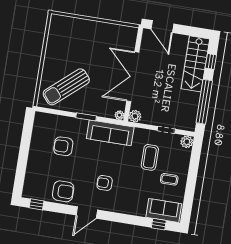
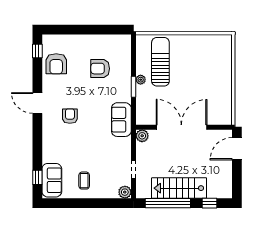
stairs: (195, 64) -> (179, 188), moved
sun lounger: (66, 87) -> (160, 62), turned 41
plant: (119, 115) -> (141, 80), moved
sofa: (110, 133) -> (121, 120), width x0.73
armchair: (63, 146) -> (100, 69), turned -90
coffee table: (150, 157) -> (103, 157), removed
armchair: (63, 191) -> (56, 64), moved

